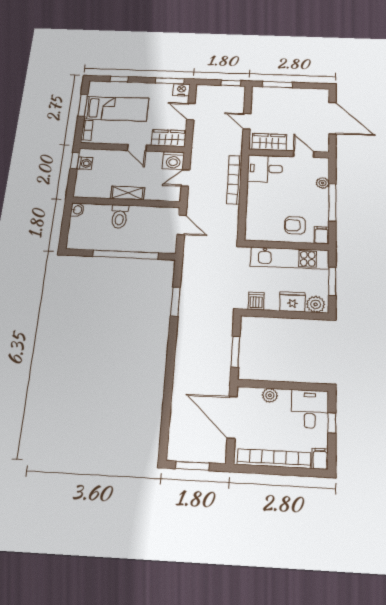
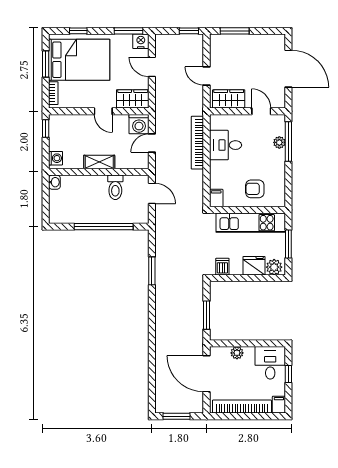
bed: (117, 109) -> (79, 60), width x1.50
washing machine: (85, 163) -> (56, 158), moved
desk: (265, 169) -> (226, 145), moved
window: (332, 202) -> (288, 142), moved
toilet: (120, 216) -> (115, 187), moved
filing cabinet: (322, 235) -> (216, 198), moved

